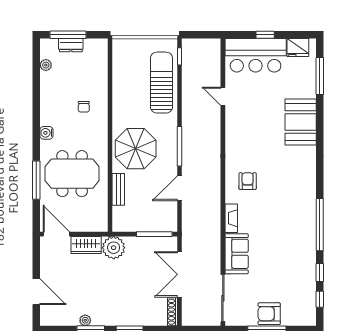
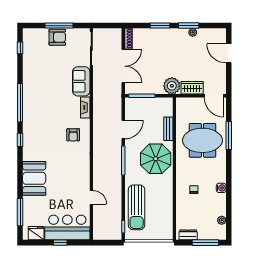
dresser: (71, 45) -> (188, 235), moved
water cooler: (46, 133) -> (221, 188), moved
window: (320, 273) -> (20, 140), moved

